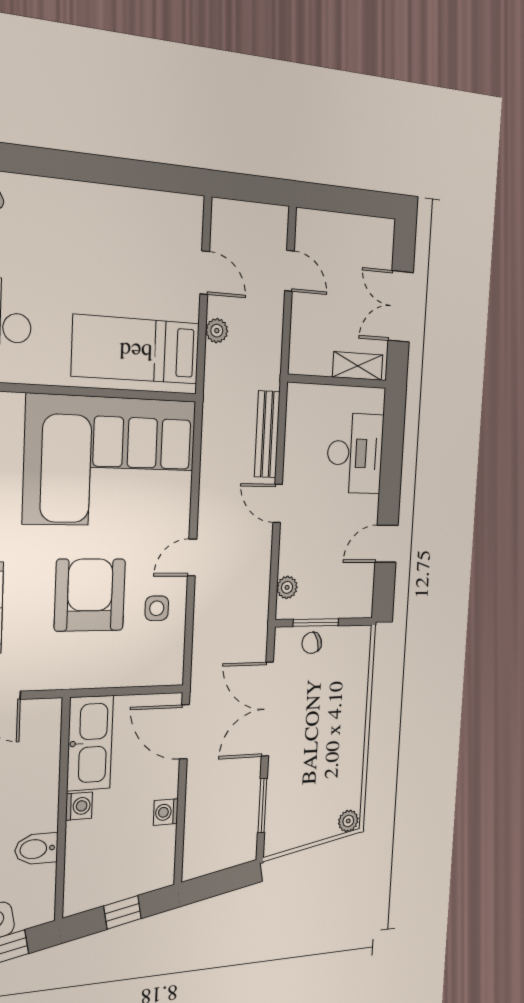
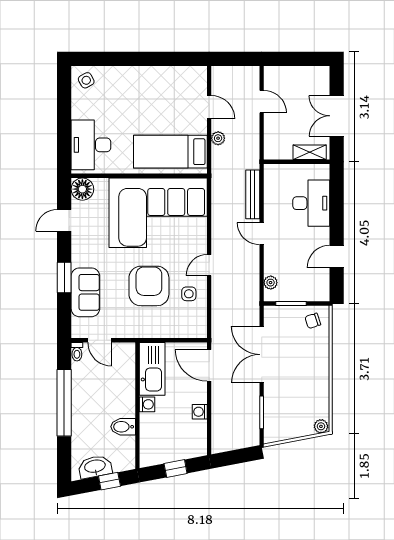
chair: (312, 643) -> (313, 321), moved

